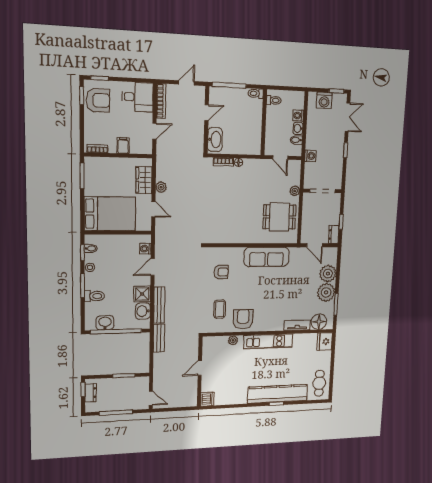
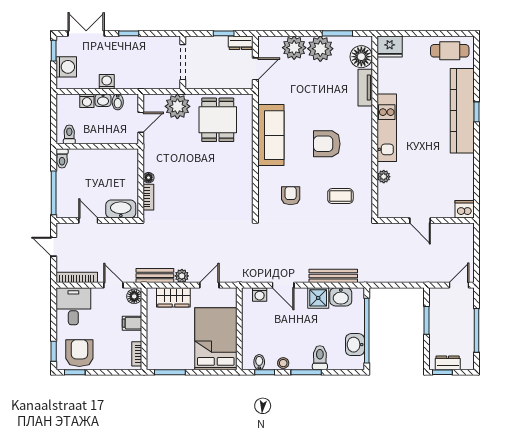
floor lamp: (145, 148) -> (134, 296), added
washing machine: (310, 156) -> (107, 82), moved
plant: (295, 191) -> (177, 106), width x1.88, depth x1.88
armchair: (243, 319) -> (327, 144), moved
bench: (159, 338) -> (155, 276), moved

